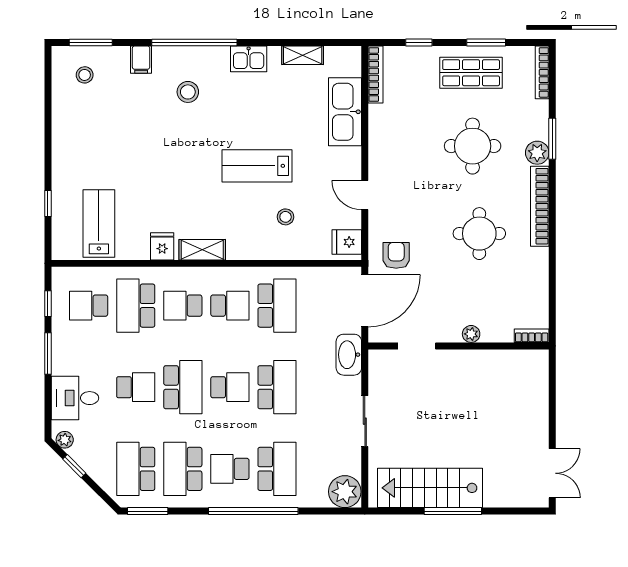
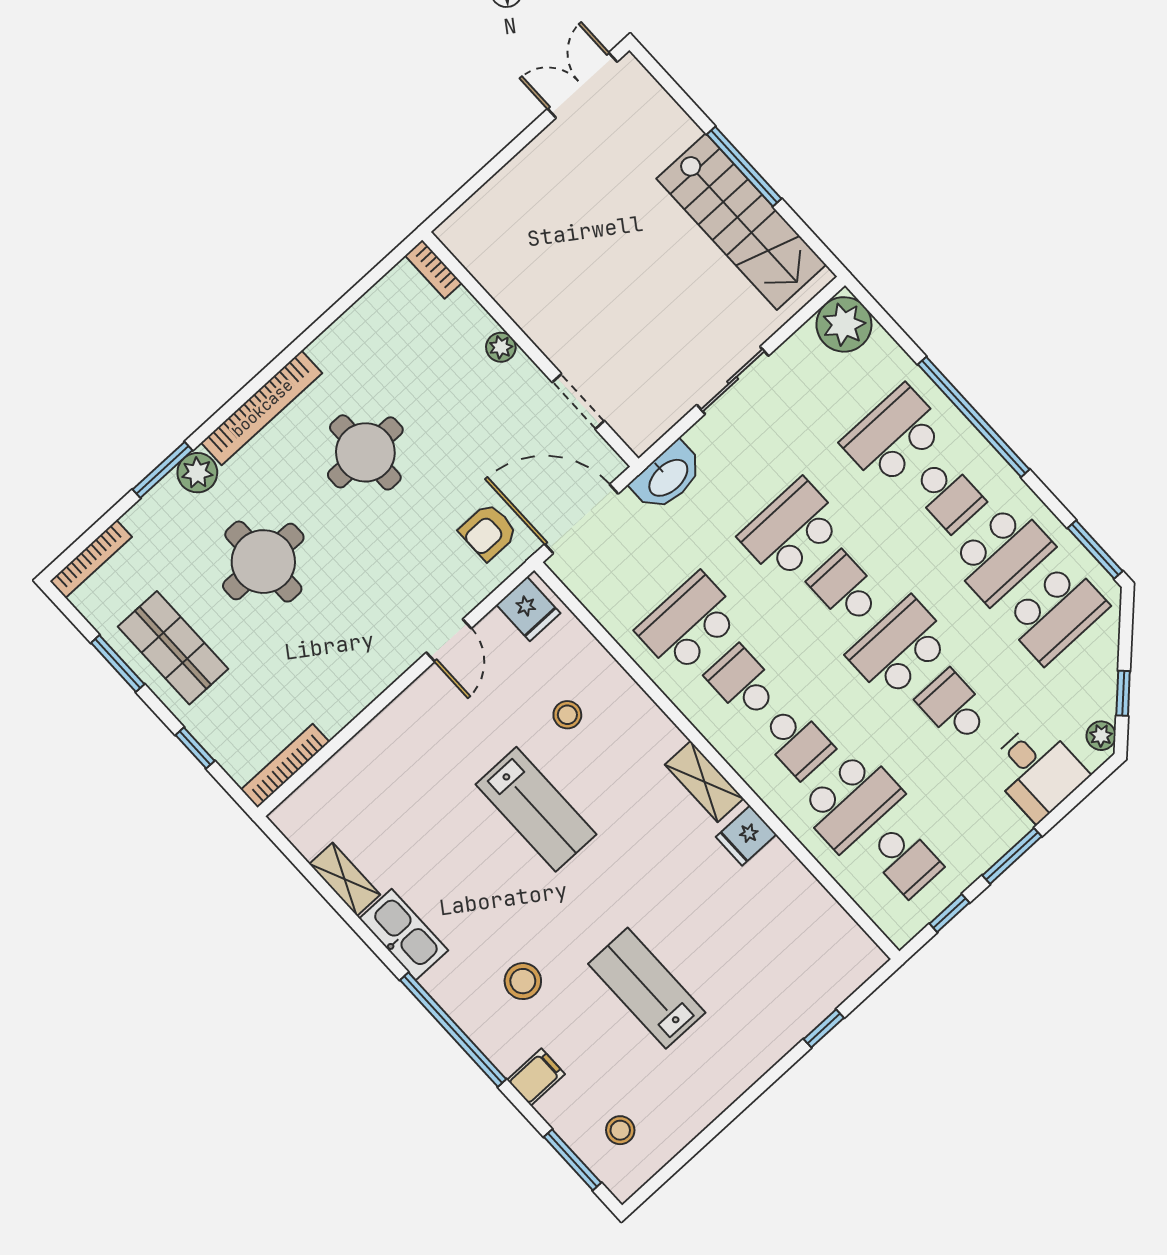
kitchen sink: (249, 59) -> (404, 934), width x1.38
kitchen sink: (345, 112) -> (367, 761), removed
lab bench: (99, 223) -> (647, 988), moved, turned 90

